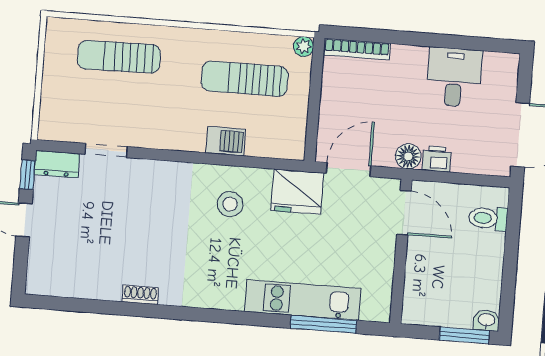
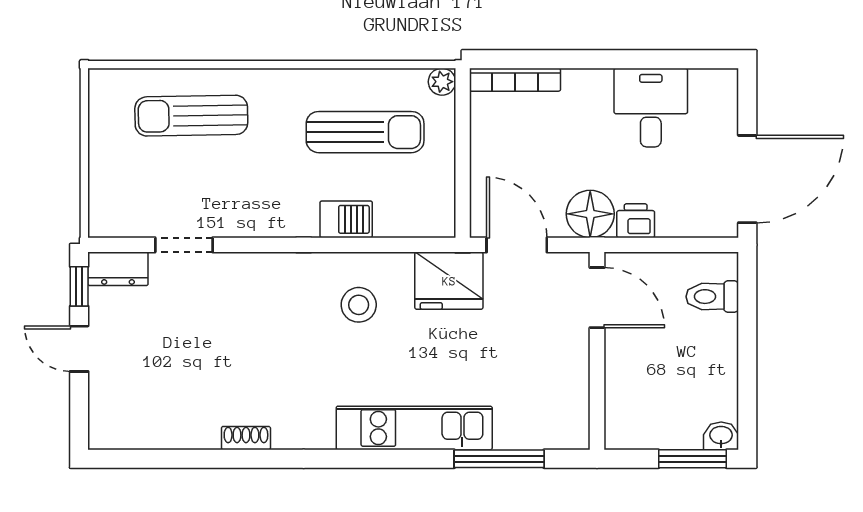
sun lounger: (245, 79) -> (365, 132), turned 180
floor lamp: (408, 156) -> (590, 214), width x1.38, depth x1.38
door: (349, 170) -> (517, 245), hinge flipped
kitchen unit: (303, 300) -> (414, 428), moved

